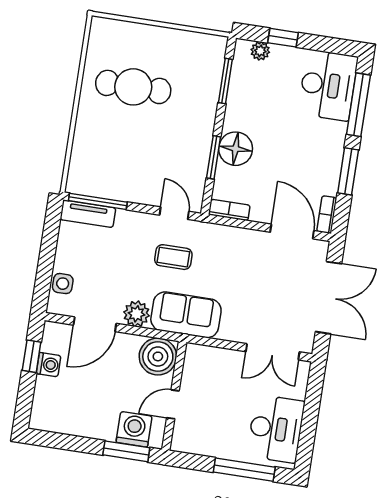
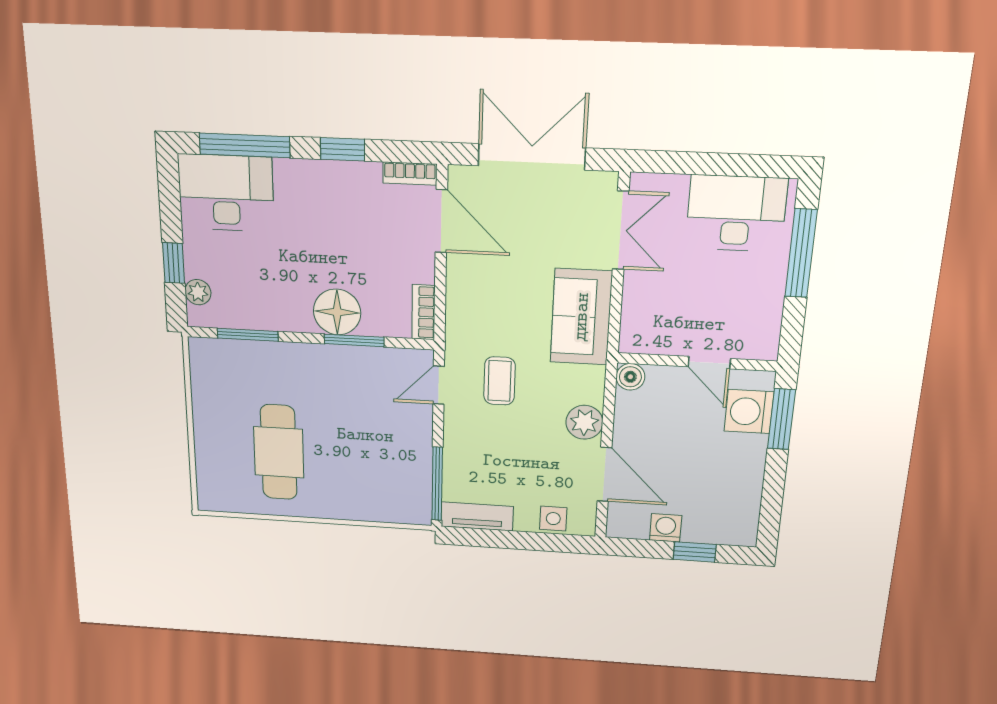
window: (348, 171) -> (343, 149), width x0.67
tv unit: (88, 214) -> (477, 516), moved, turned -90
door: (292, 231) -> (441, 221), swing flipped
sofa: (186, 315) -> (581, 317), moved
window: (32, 356) -> (695, 552), moved
boiler: (158, 356) -> (630, 377), width x0.54, depth x0.54

